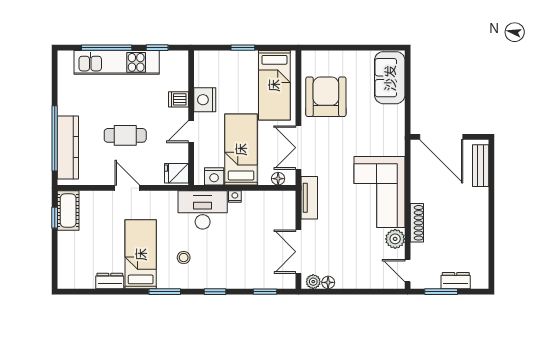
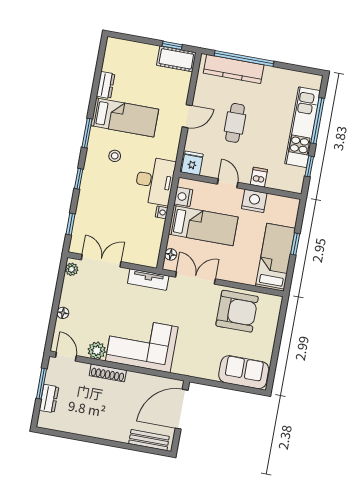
bed: (274, 85) -> (275, 257), moved, turned 90
door: (408, 271) -> (66, 357), hinge flipped
floor lamp: (328, 282) -> (63, 313), moved

